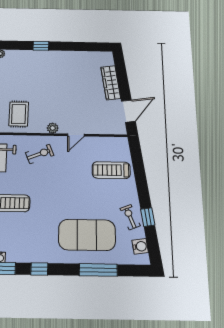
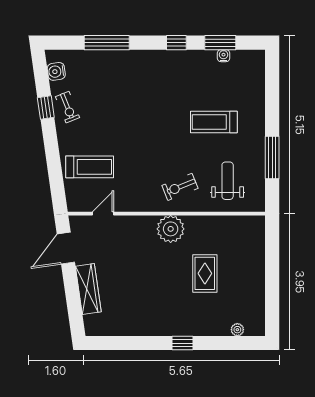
rug: (19, 114) -> (205, 273), moved
plant: (53, 128) -> (171, 229), width x1.87, depth x1.87
door: (76, 135) -> (103, 214), moved
exercise mat: (87, 235) -> (120, 84), removed

